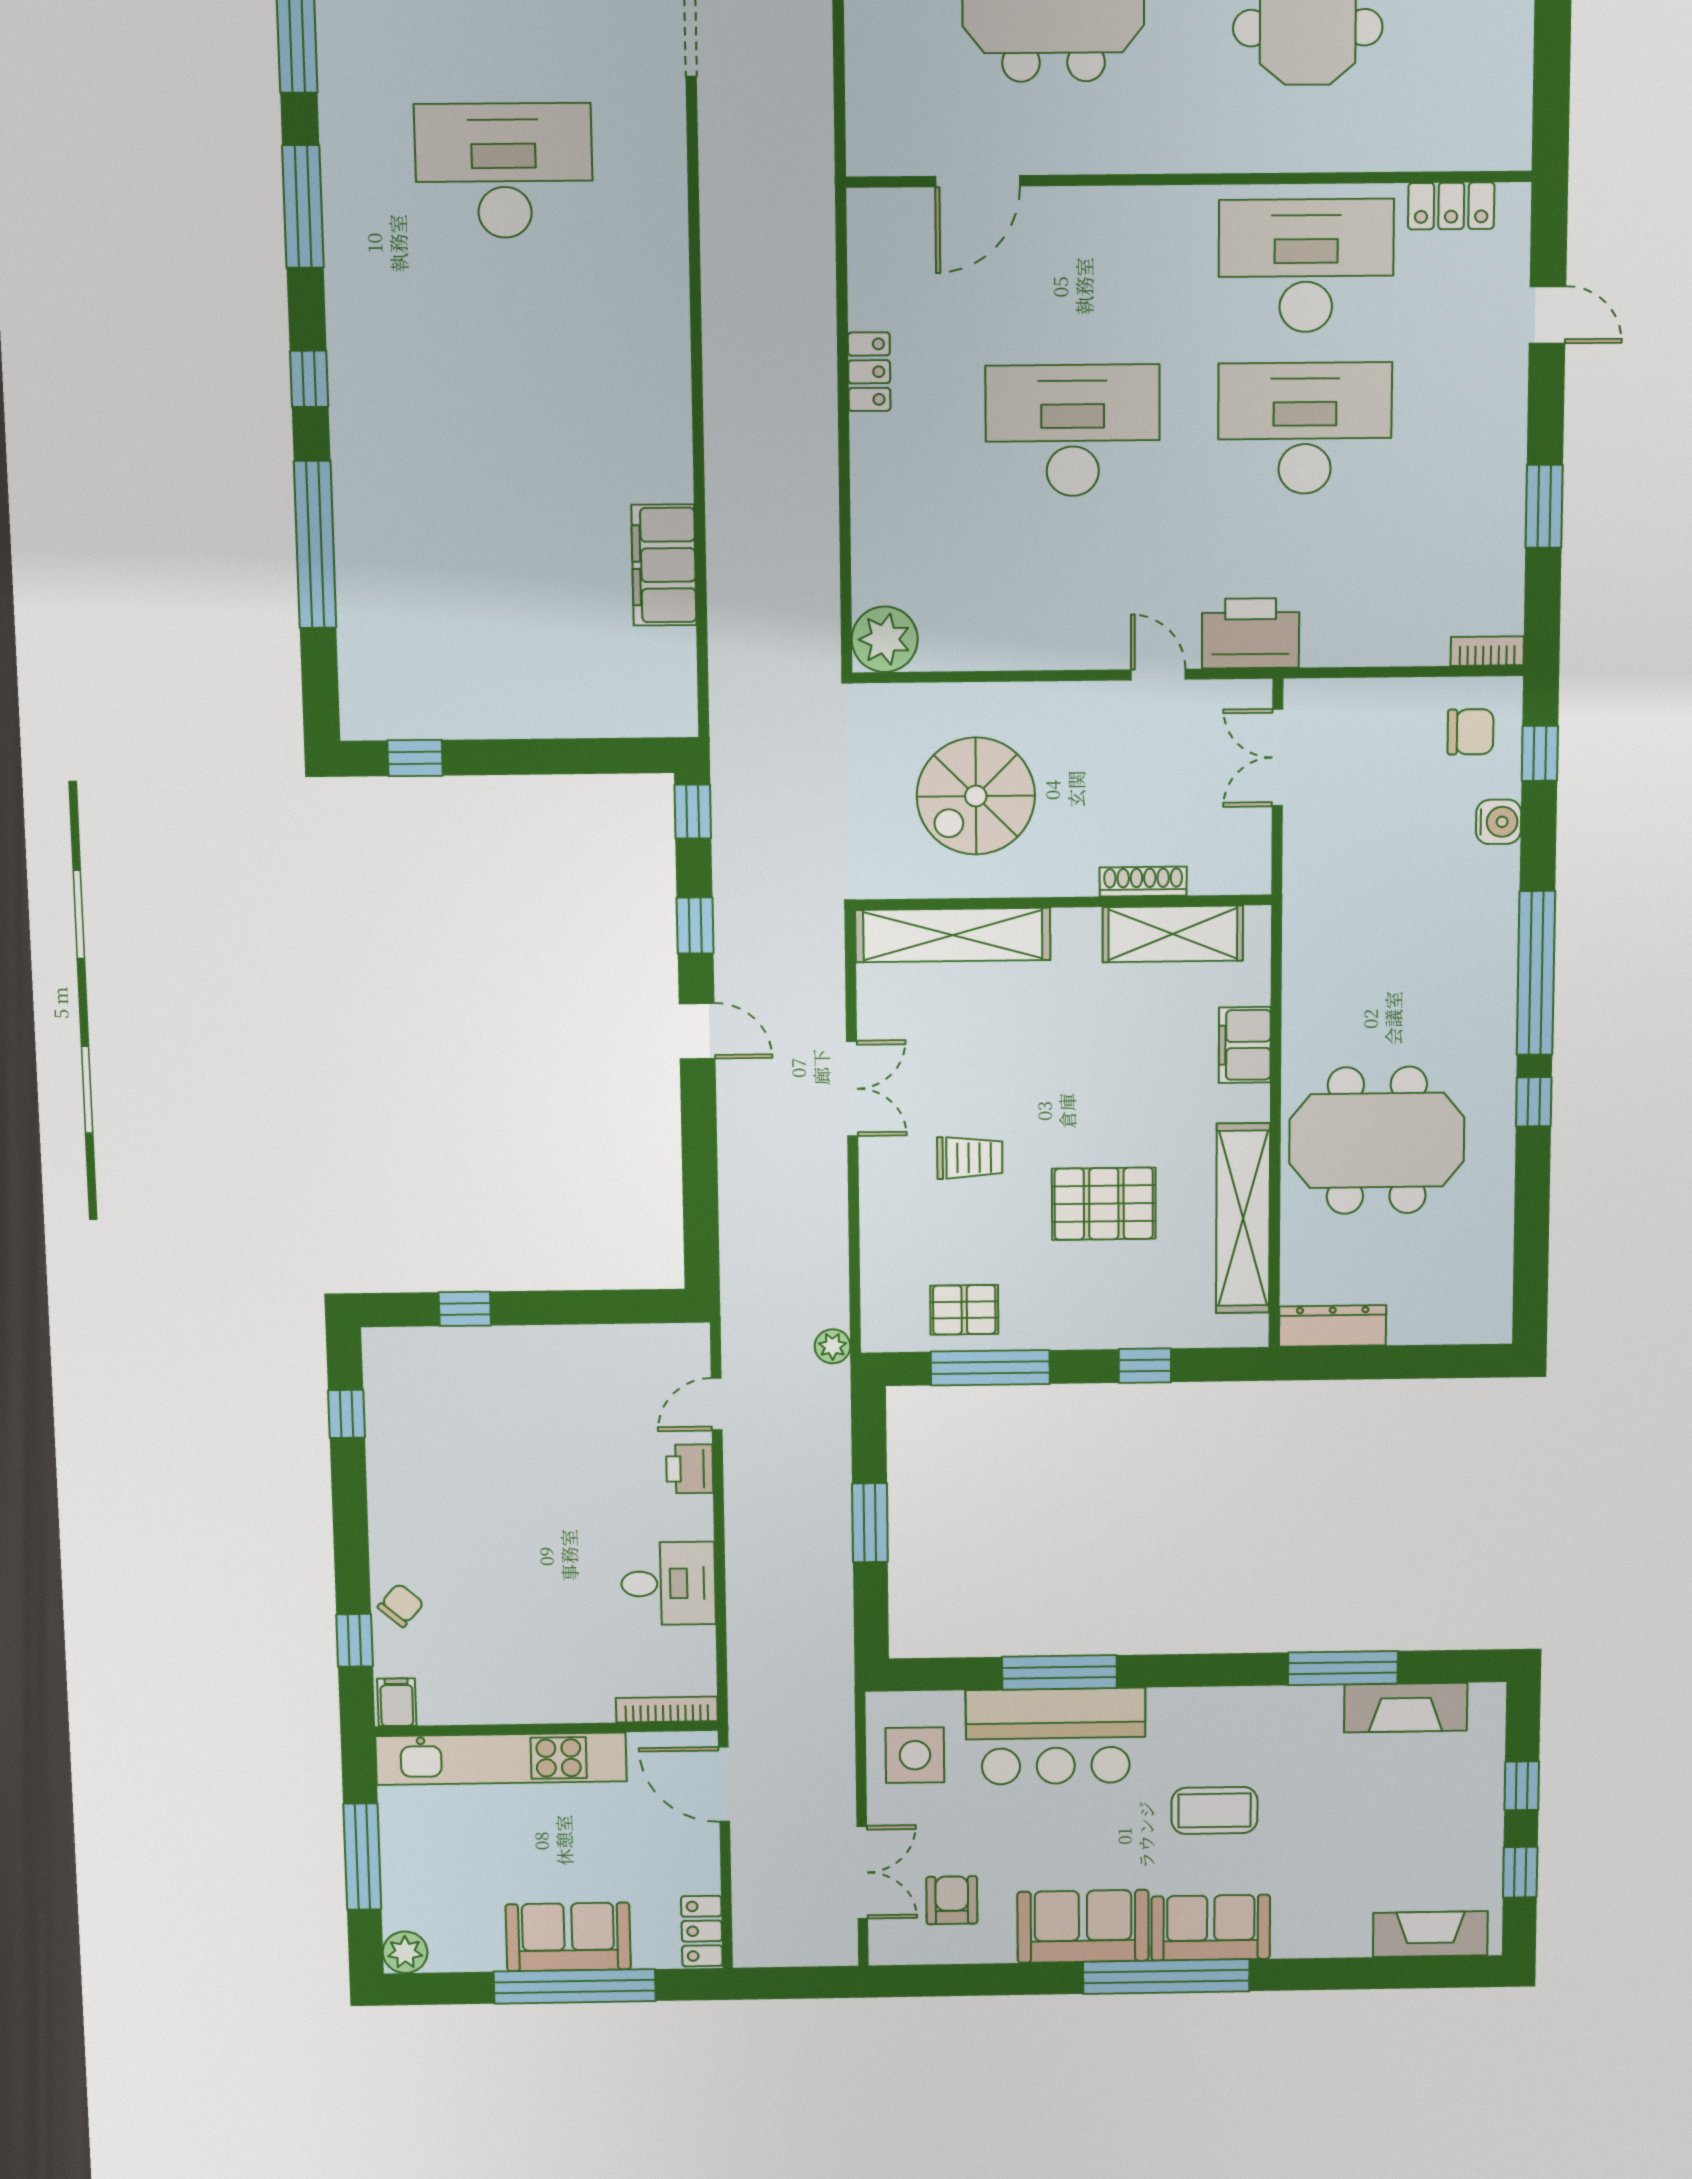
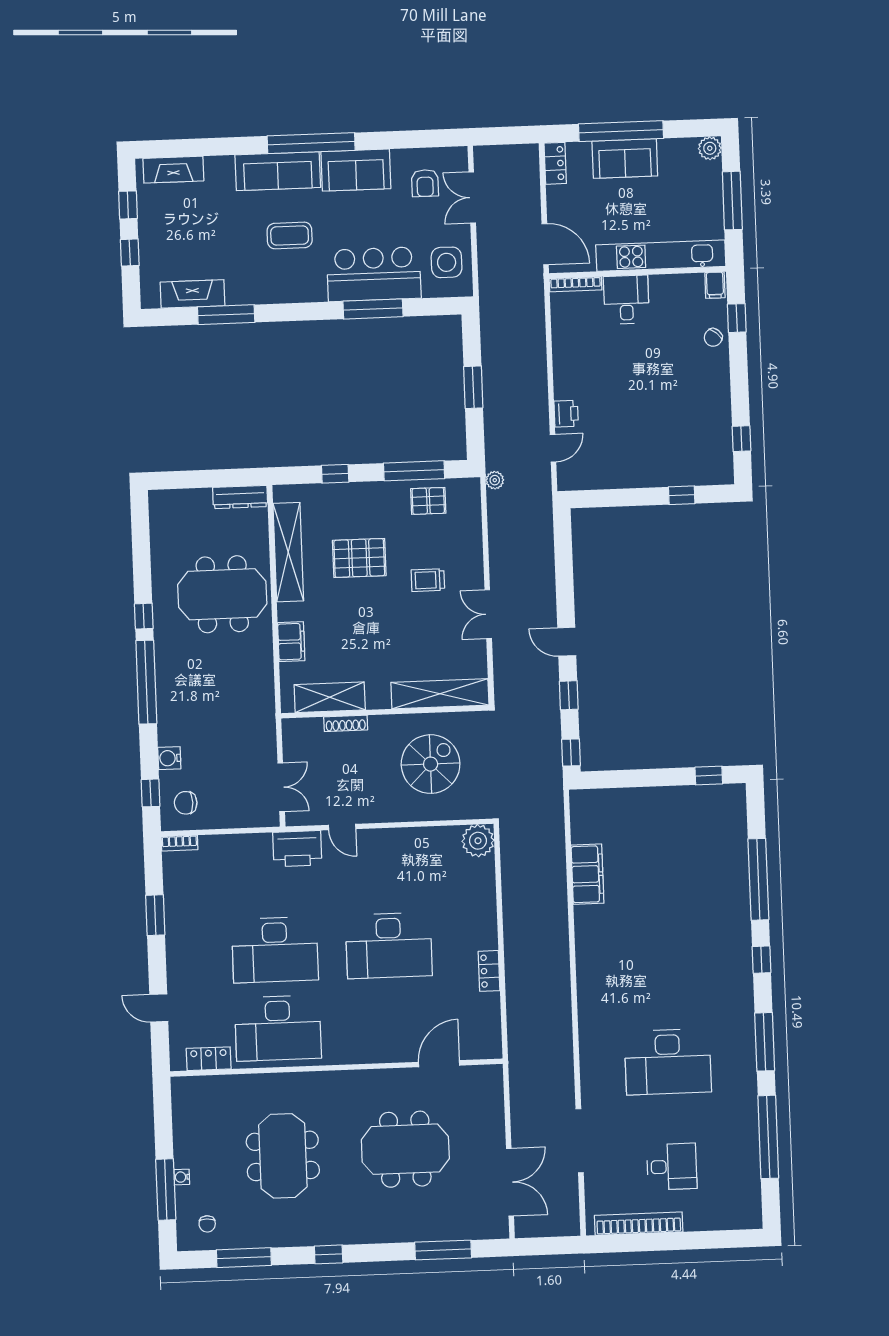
desk: (668, 1584) -> (626, 300), moved, turned 90
sofa: (1211, 1928) -> (278, 171), width x1.36

